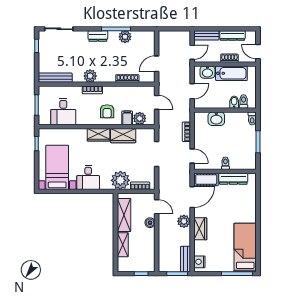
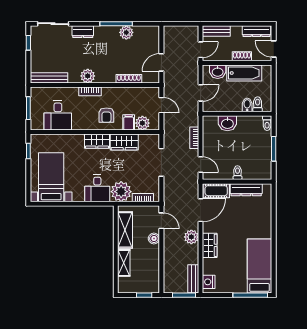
dresser: (98, 36) -> (83, 32), moved
dresser: (232, 36) -> (256, 31), moved
desk: (88, 177) -> (97, 188), moved

